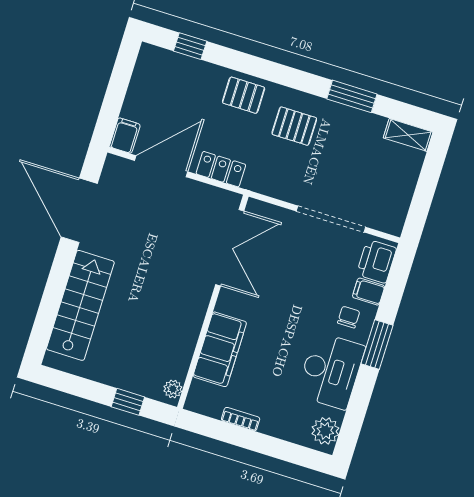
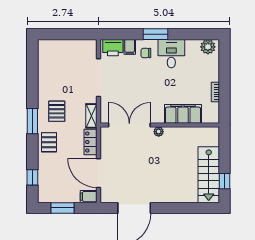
window: (119, 83) -> (62, 208), added
window: (352, 96) -> (32, 121), moved
shelving: (408, 135) -> (91, 116), moved
stairs: (80, 305) -> (209, 175), moved, turned -90
desk: (331, 371) -> (171, 54), width x0.73
plant: (173, 389) -> (159, 132), moved
window: (128, 402) -> (225, 181), moved

